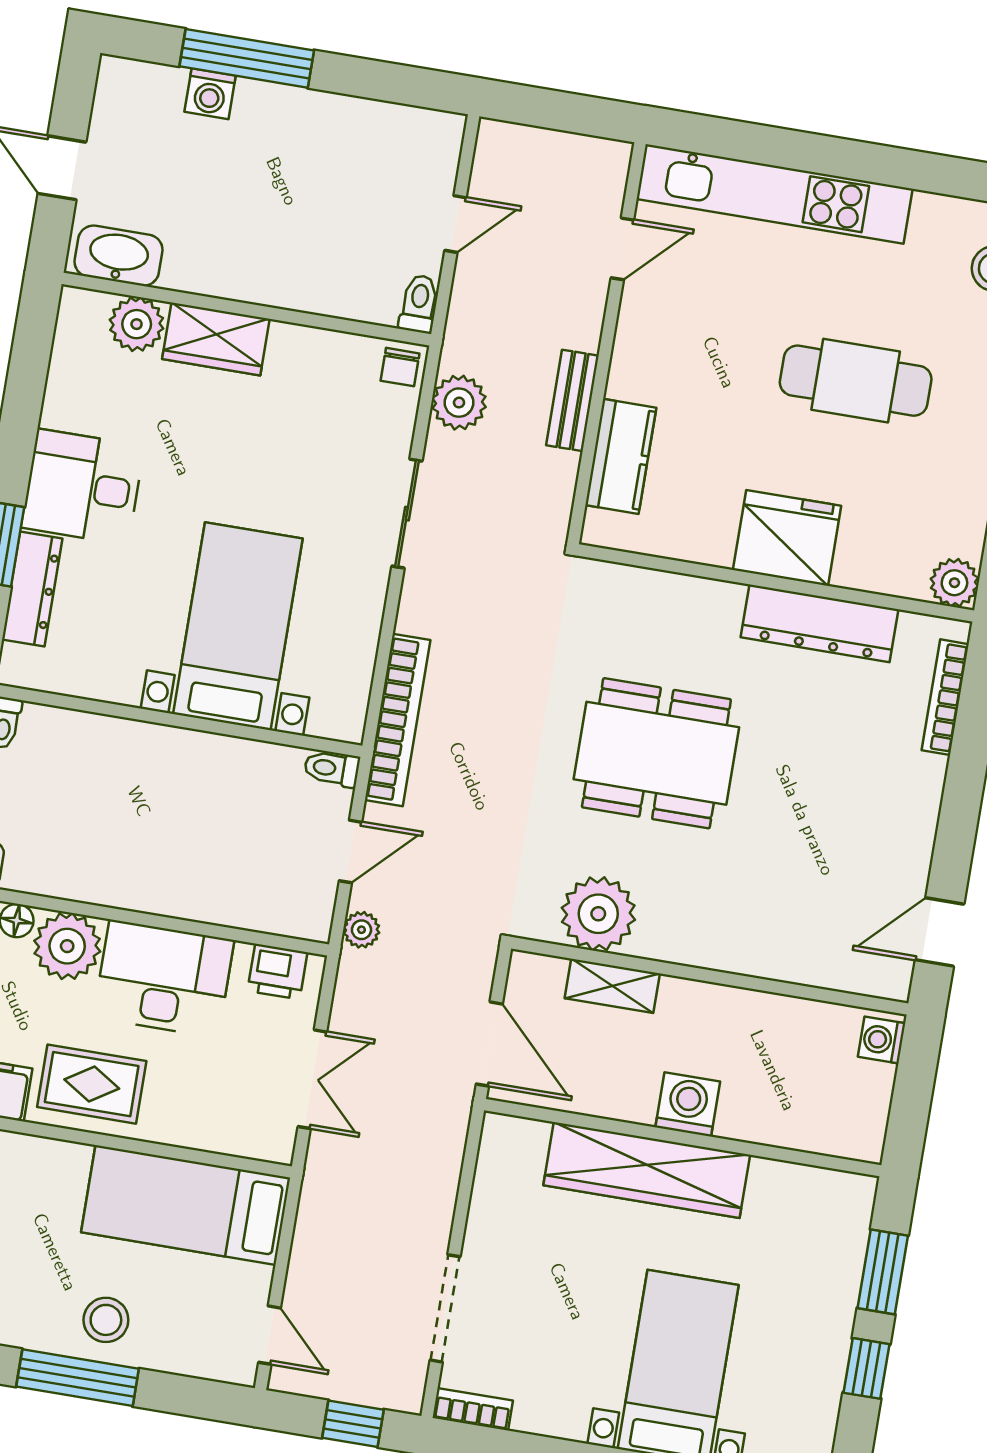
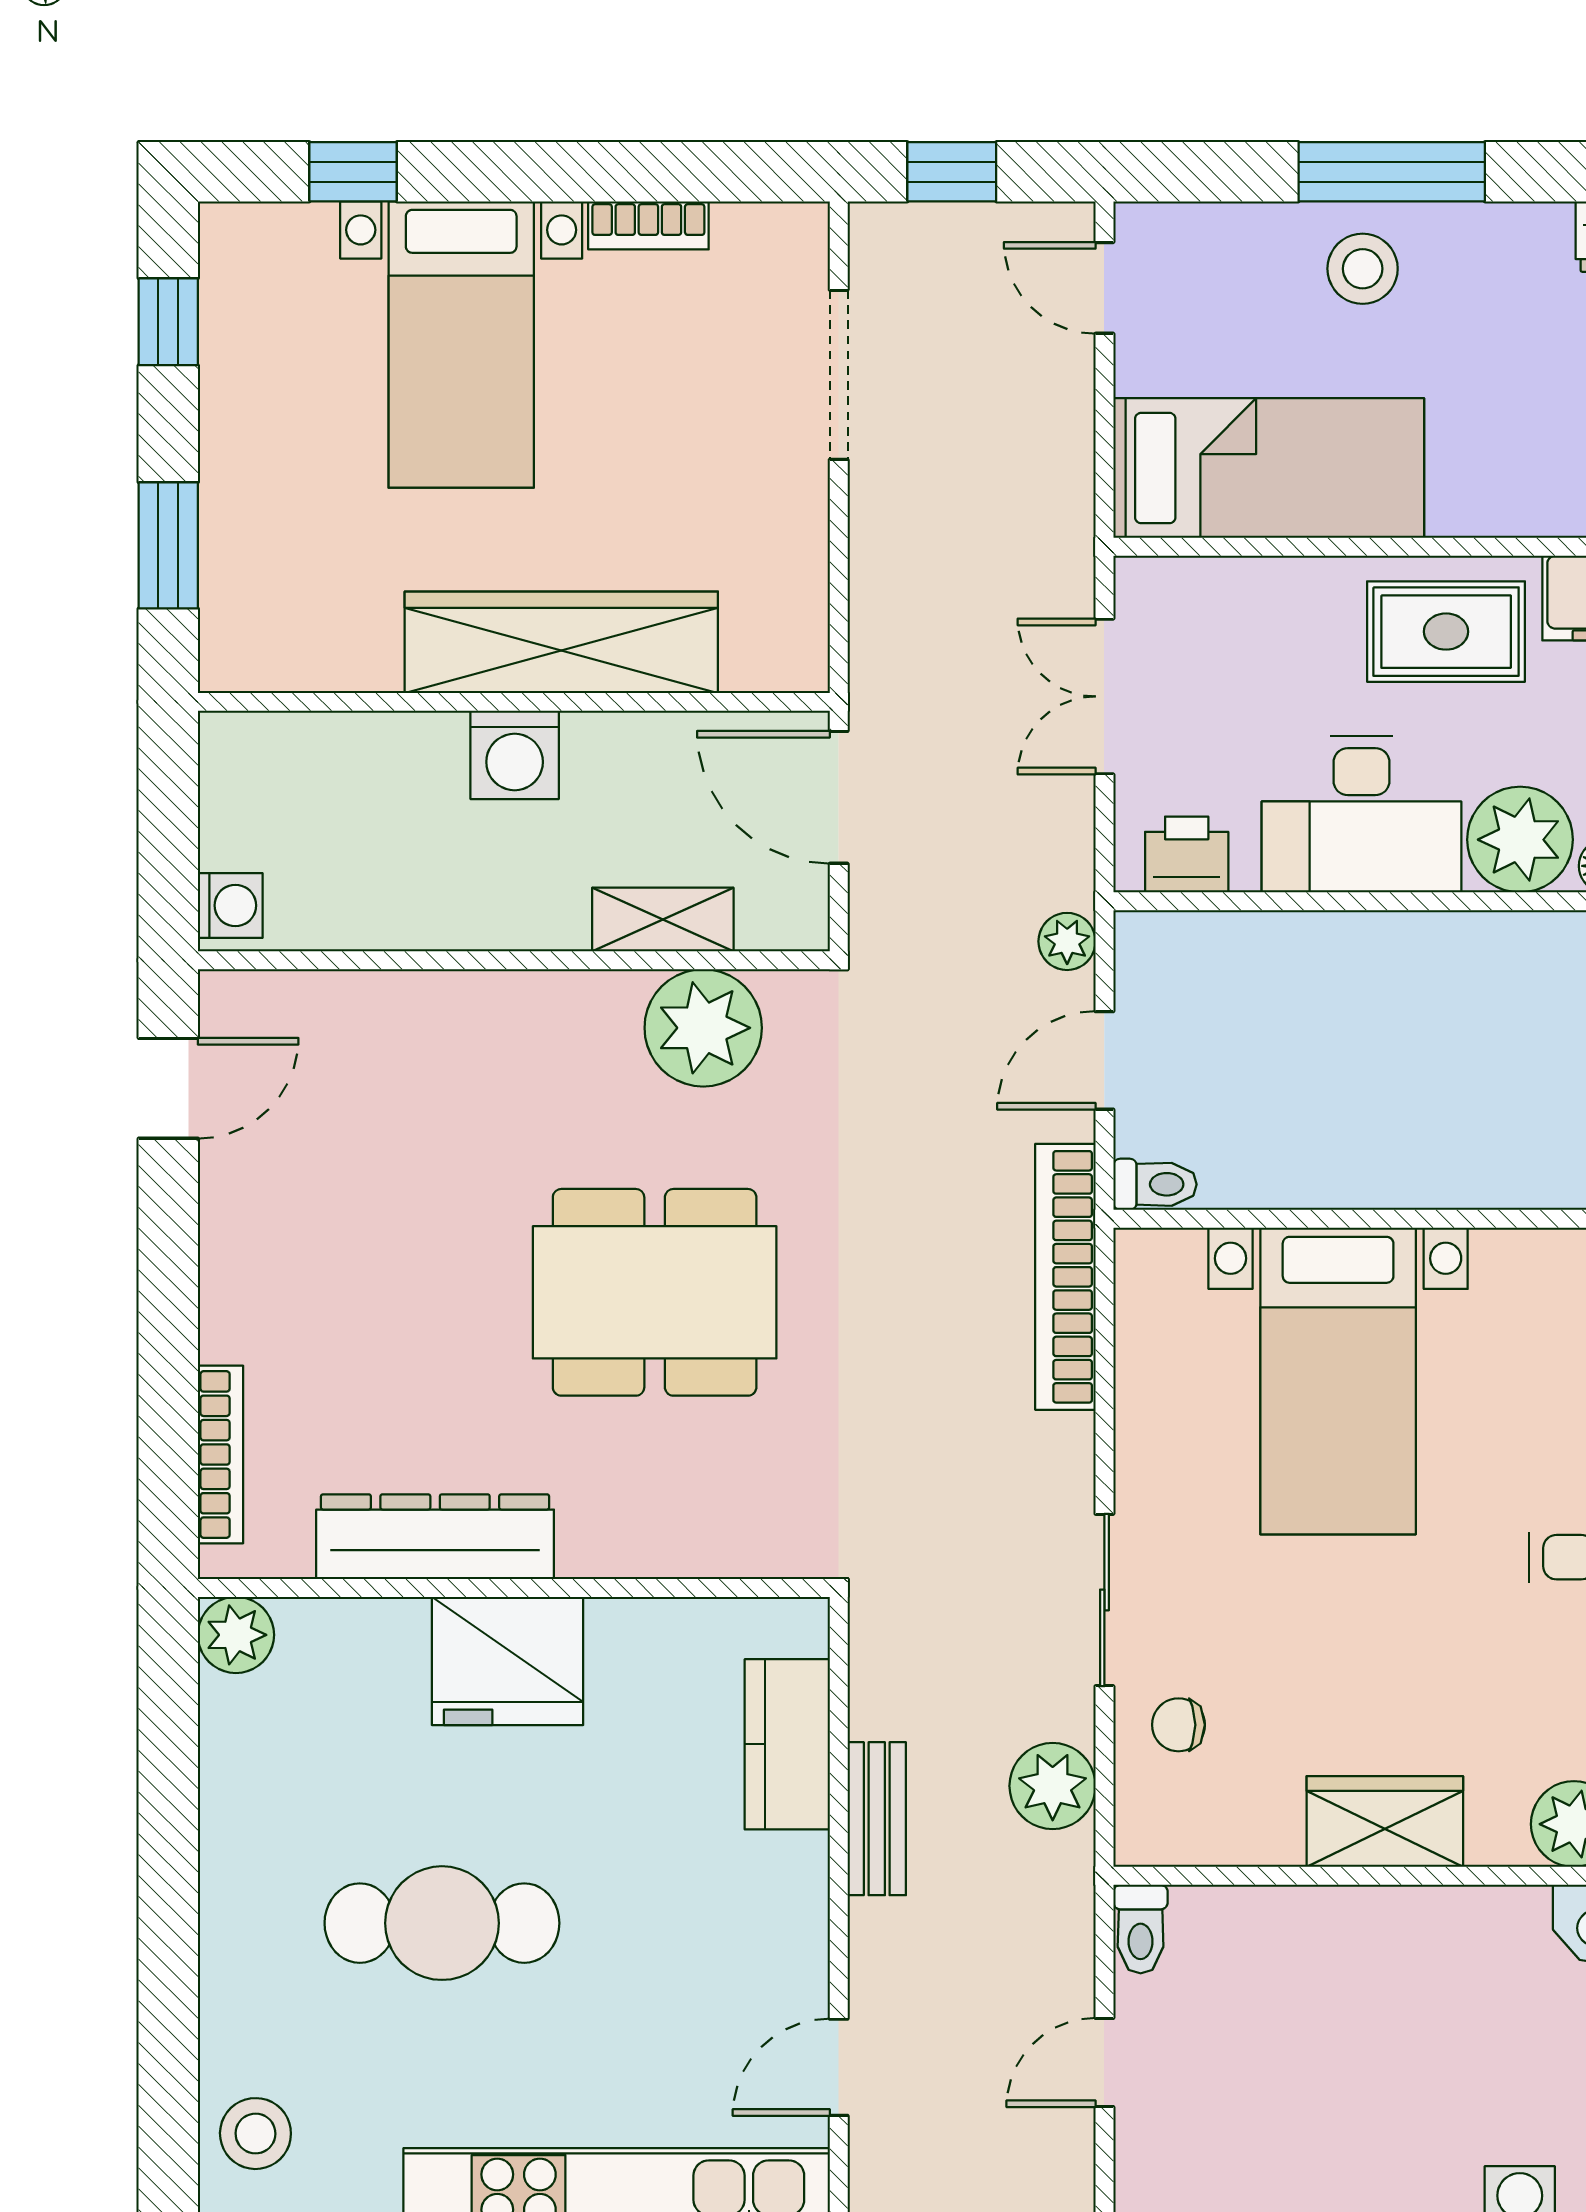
wardrobe: (216, 339) -> (1385, 1822), moved
chair: (400, 367) -> (1178, 1725), moved, turned -90
window: (867, 1368) -> (168, 322), moved
bookcase: (473, 1409) -> (648, 225), moved

